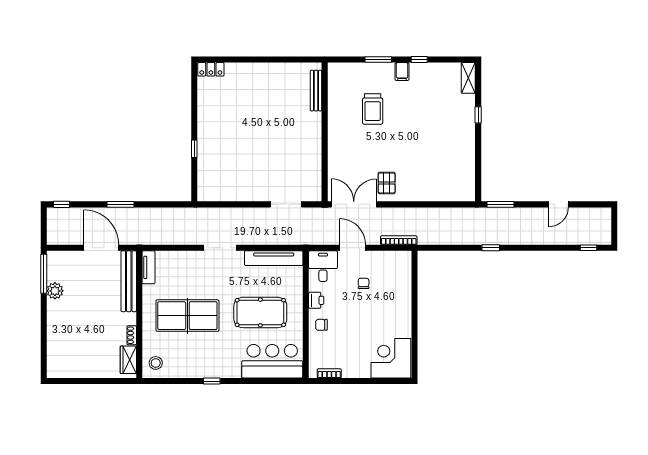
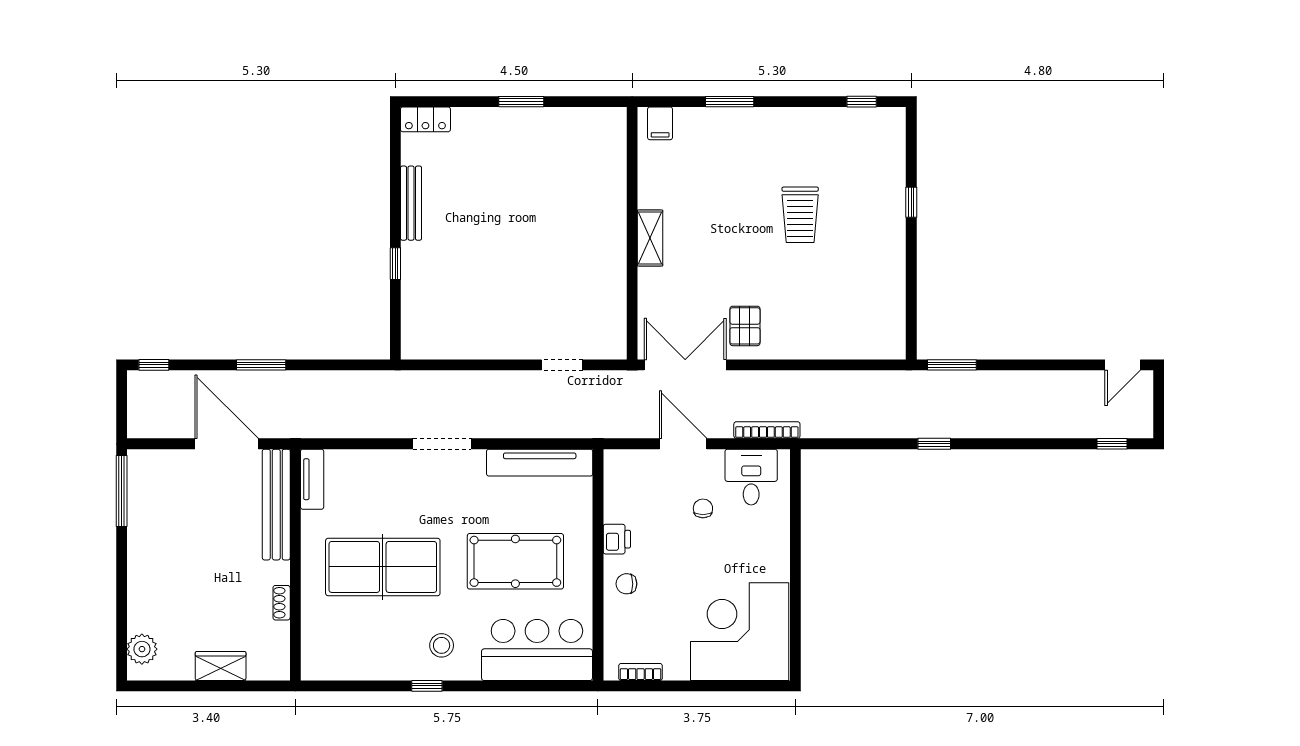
window: (264, 60) -> (521, 102), added
window: (419, 60) -> (862, 102), moved
filing cabinet: (402, 72) -> (660, 123), moved
shelving: (468, 78) -> (650, 238), moved
bench: (316, 91) -> (411, 203), moved
trolley: (373, 109) -> (800, 215), moved
doorway: (286, 204) -> (562, 365), width x0.73
door: (558, 204) -> (1123, 365), moved
desk: (323, 266) -> (751, 477), moved
plant: (55, 291) -> (142, 649), moved
corner desk: (391, 358) -> (740, 632), width x1.36, depth x1.36
wardrobe: (128, 360) -> (221, 666), moved, turned 90
stool: (156, 363) -> (442, 645), moved

